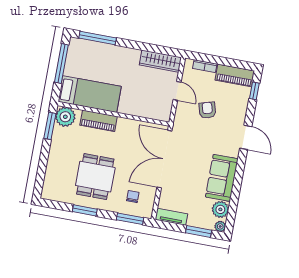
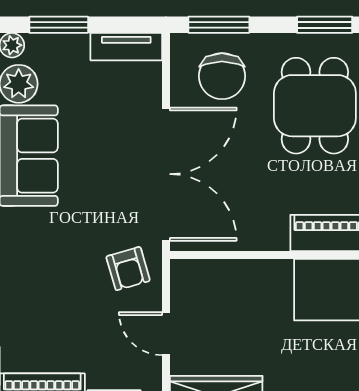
armchair: (207, 110) -> (128, 269), moved
chair: (133, 197) -> (222, 76), width x1.87, depth x1.87

